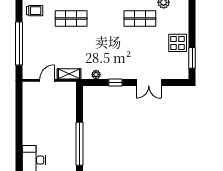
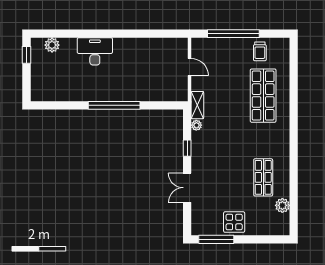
trolley: (35, 11) -> (260, 51), moved
shop shelf: (71, 18) -> (263, 96), width x1.43, depth x1.36
window: (192, 58) -> (216, 239), width x1.44
shelving: (69, 74) -> (197, 105), moved

